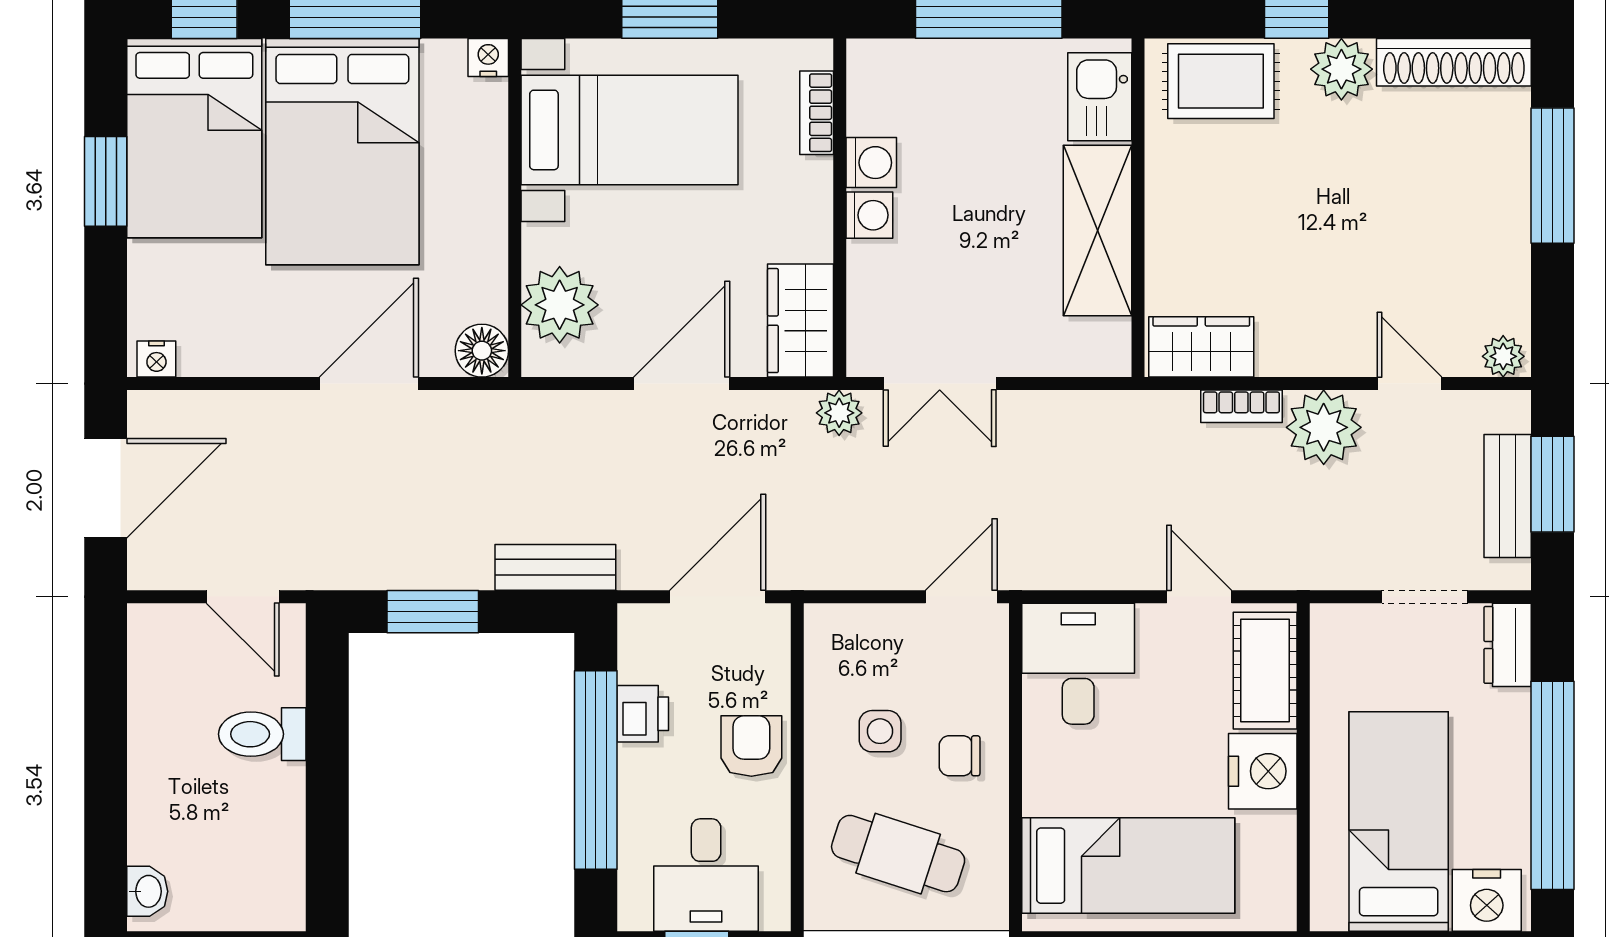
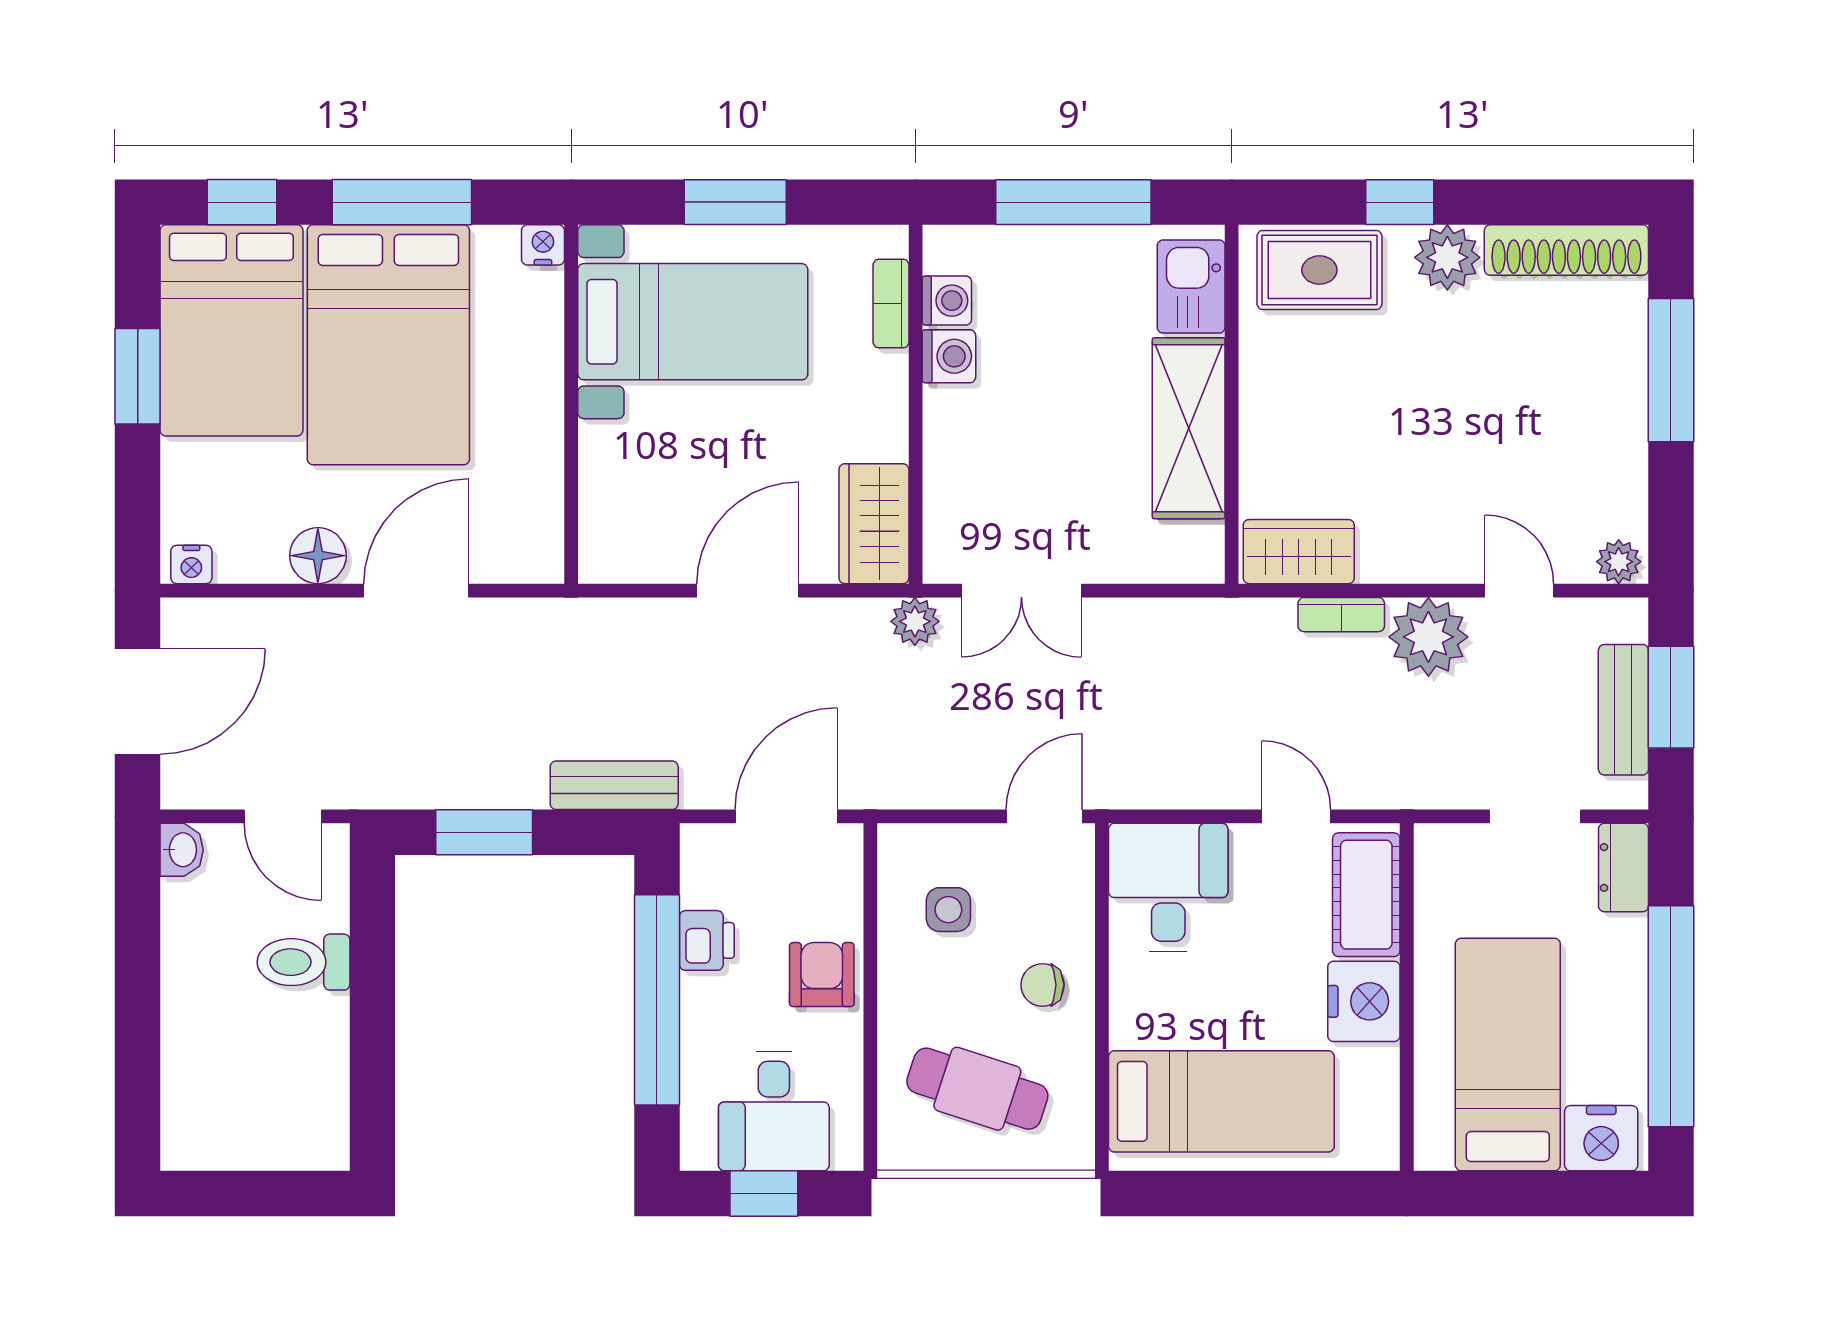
washing machine: (869, 215) -> (947, 301), moved
plant: (560, 305) -> (619, 507), removed
floor lamp: (482, 351) -> (318, 556), moved
side table: (880, 731) -> (948, 910), moved
washbasin: (147, 891) -> (182, 850), moved

